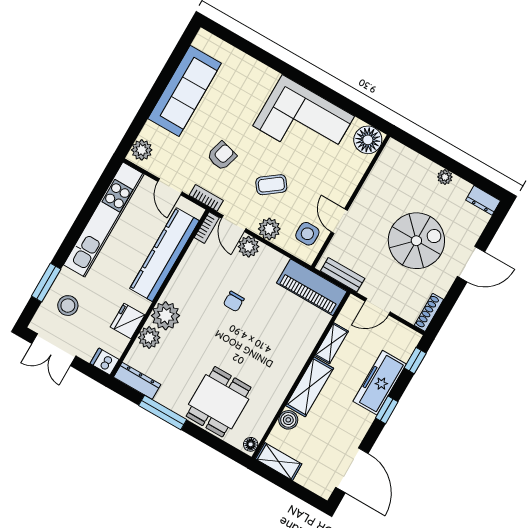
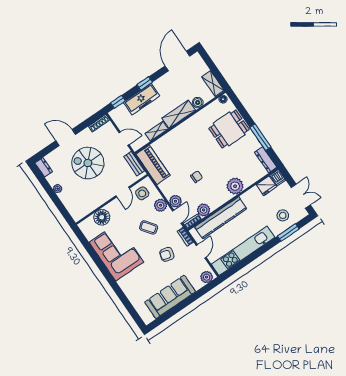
floor lamp: (368, 140) -> (102, 217), moved
fridge: (128, 321) -> (266, 186), moved
plant: (149, 338) -> (204, 210), moved

